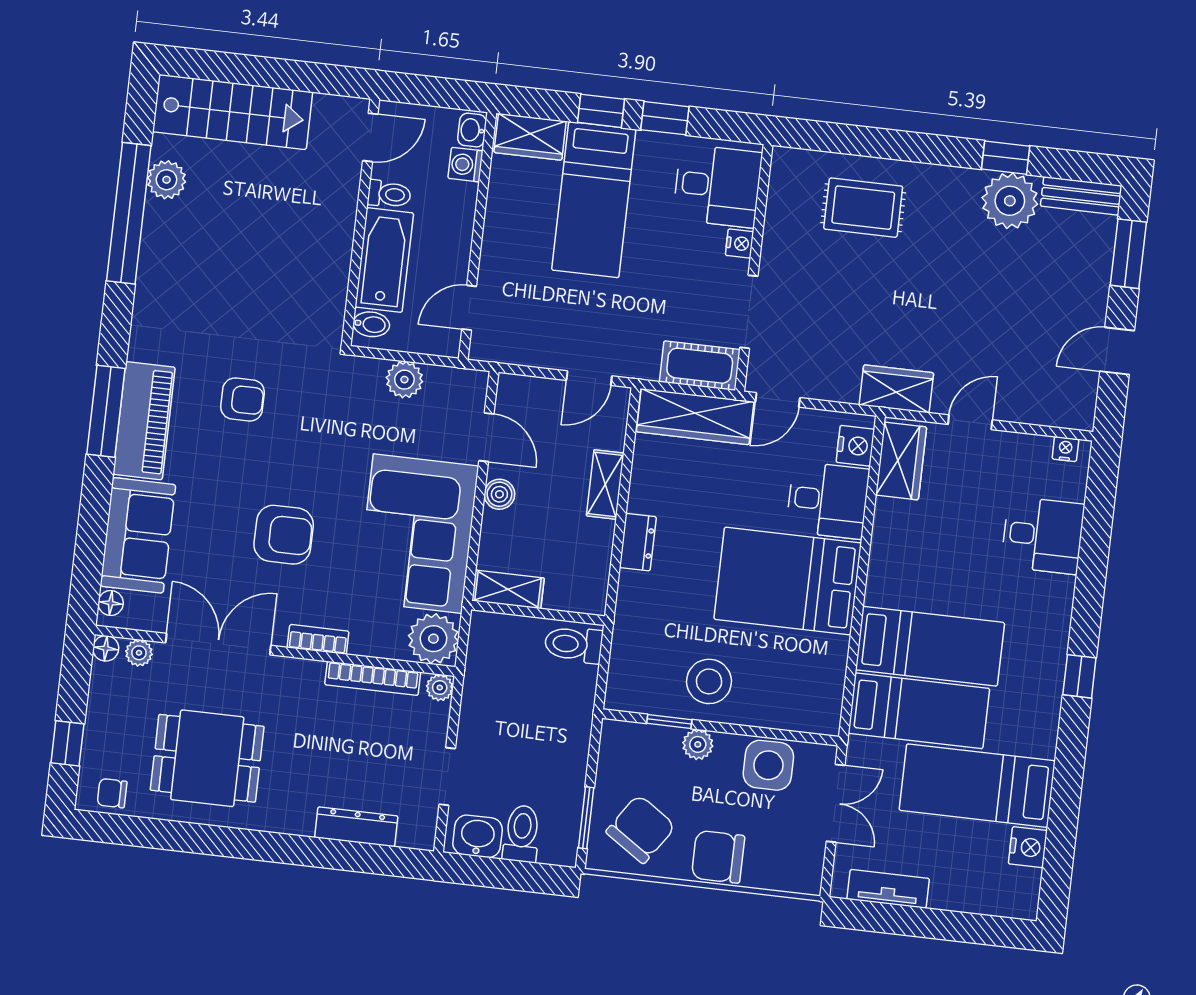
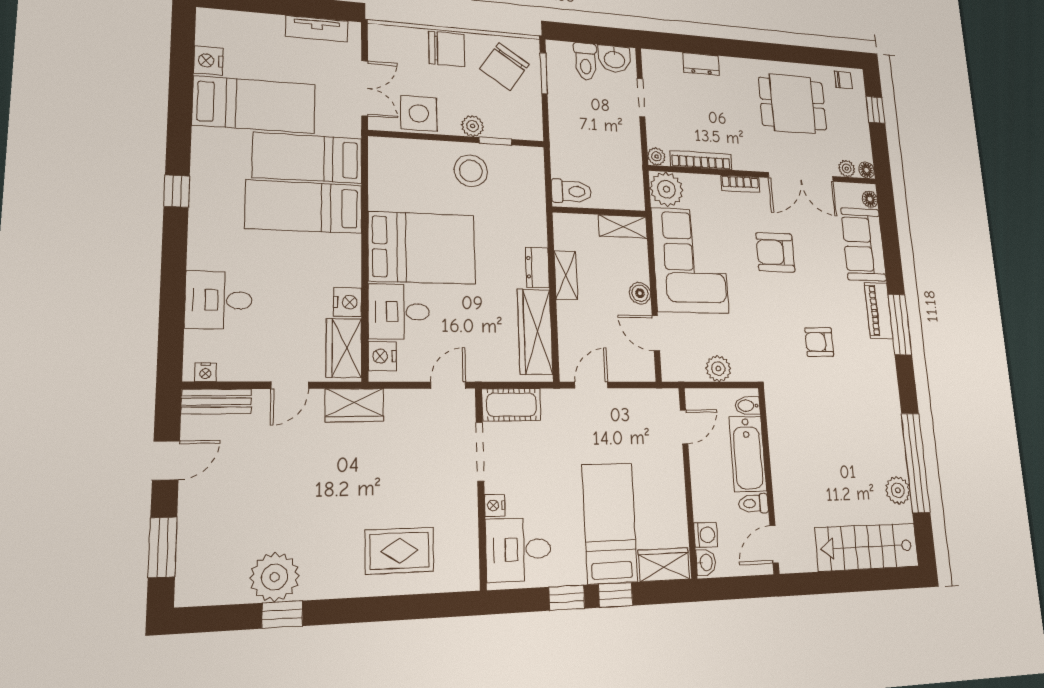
bench: (1081, 196) -> (216, 401), moved
wardrobe: (695, 417) -> (535, 332), moved, turned -90
piano: (144, 421) -> (879, 311), width x0.73, depth x0.75
shelving: (605, 484) -> (566, 275), moved
nightstand: (890, 518) -> (348, 302), added
double door: (836, 803) -> (365, 88), swing flipped
dresser: (356, 827) -> (701, 64), width x0.70

